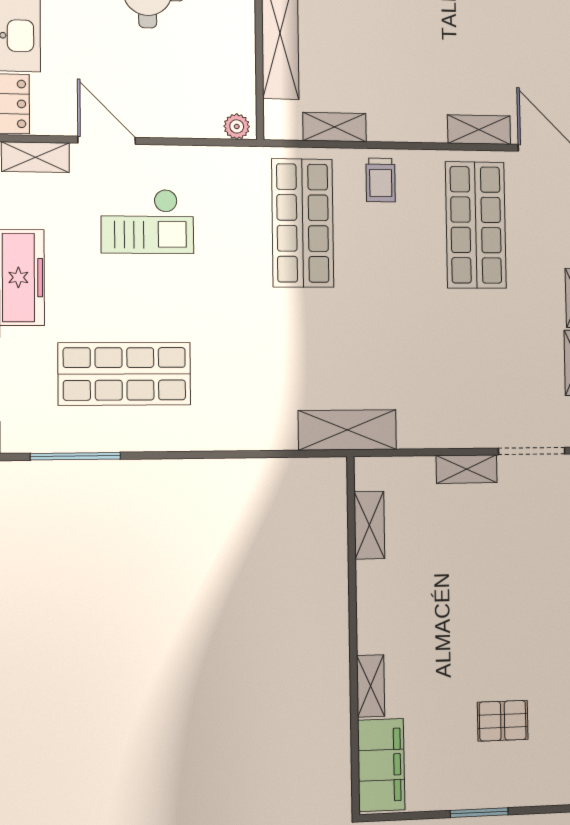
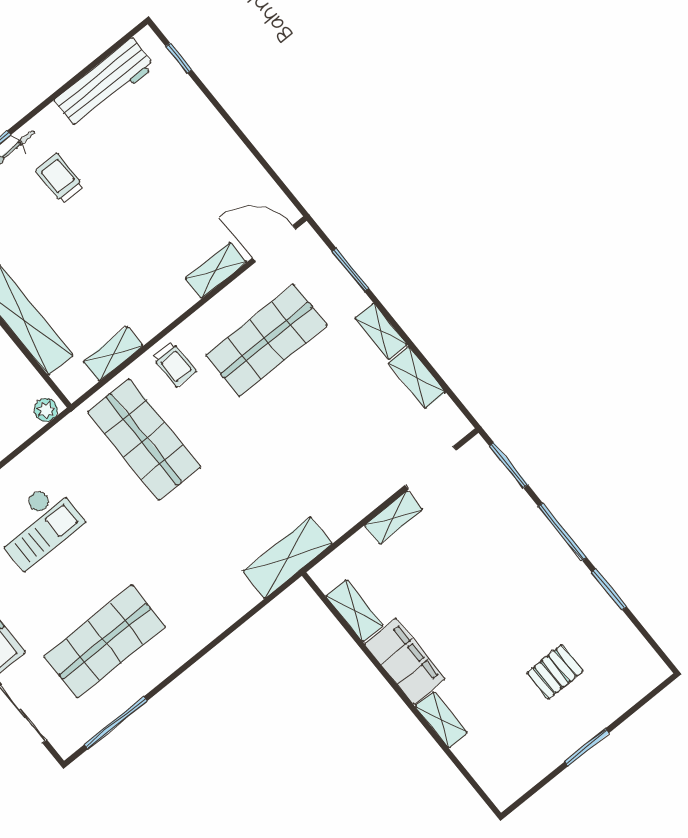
shop shelf: (476, 225) -> (266, 340), turned 90
filing cabinet: (381, 765) -> (405, 661), moved

